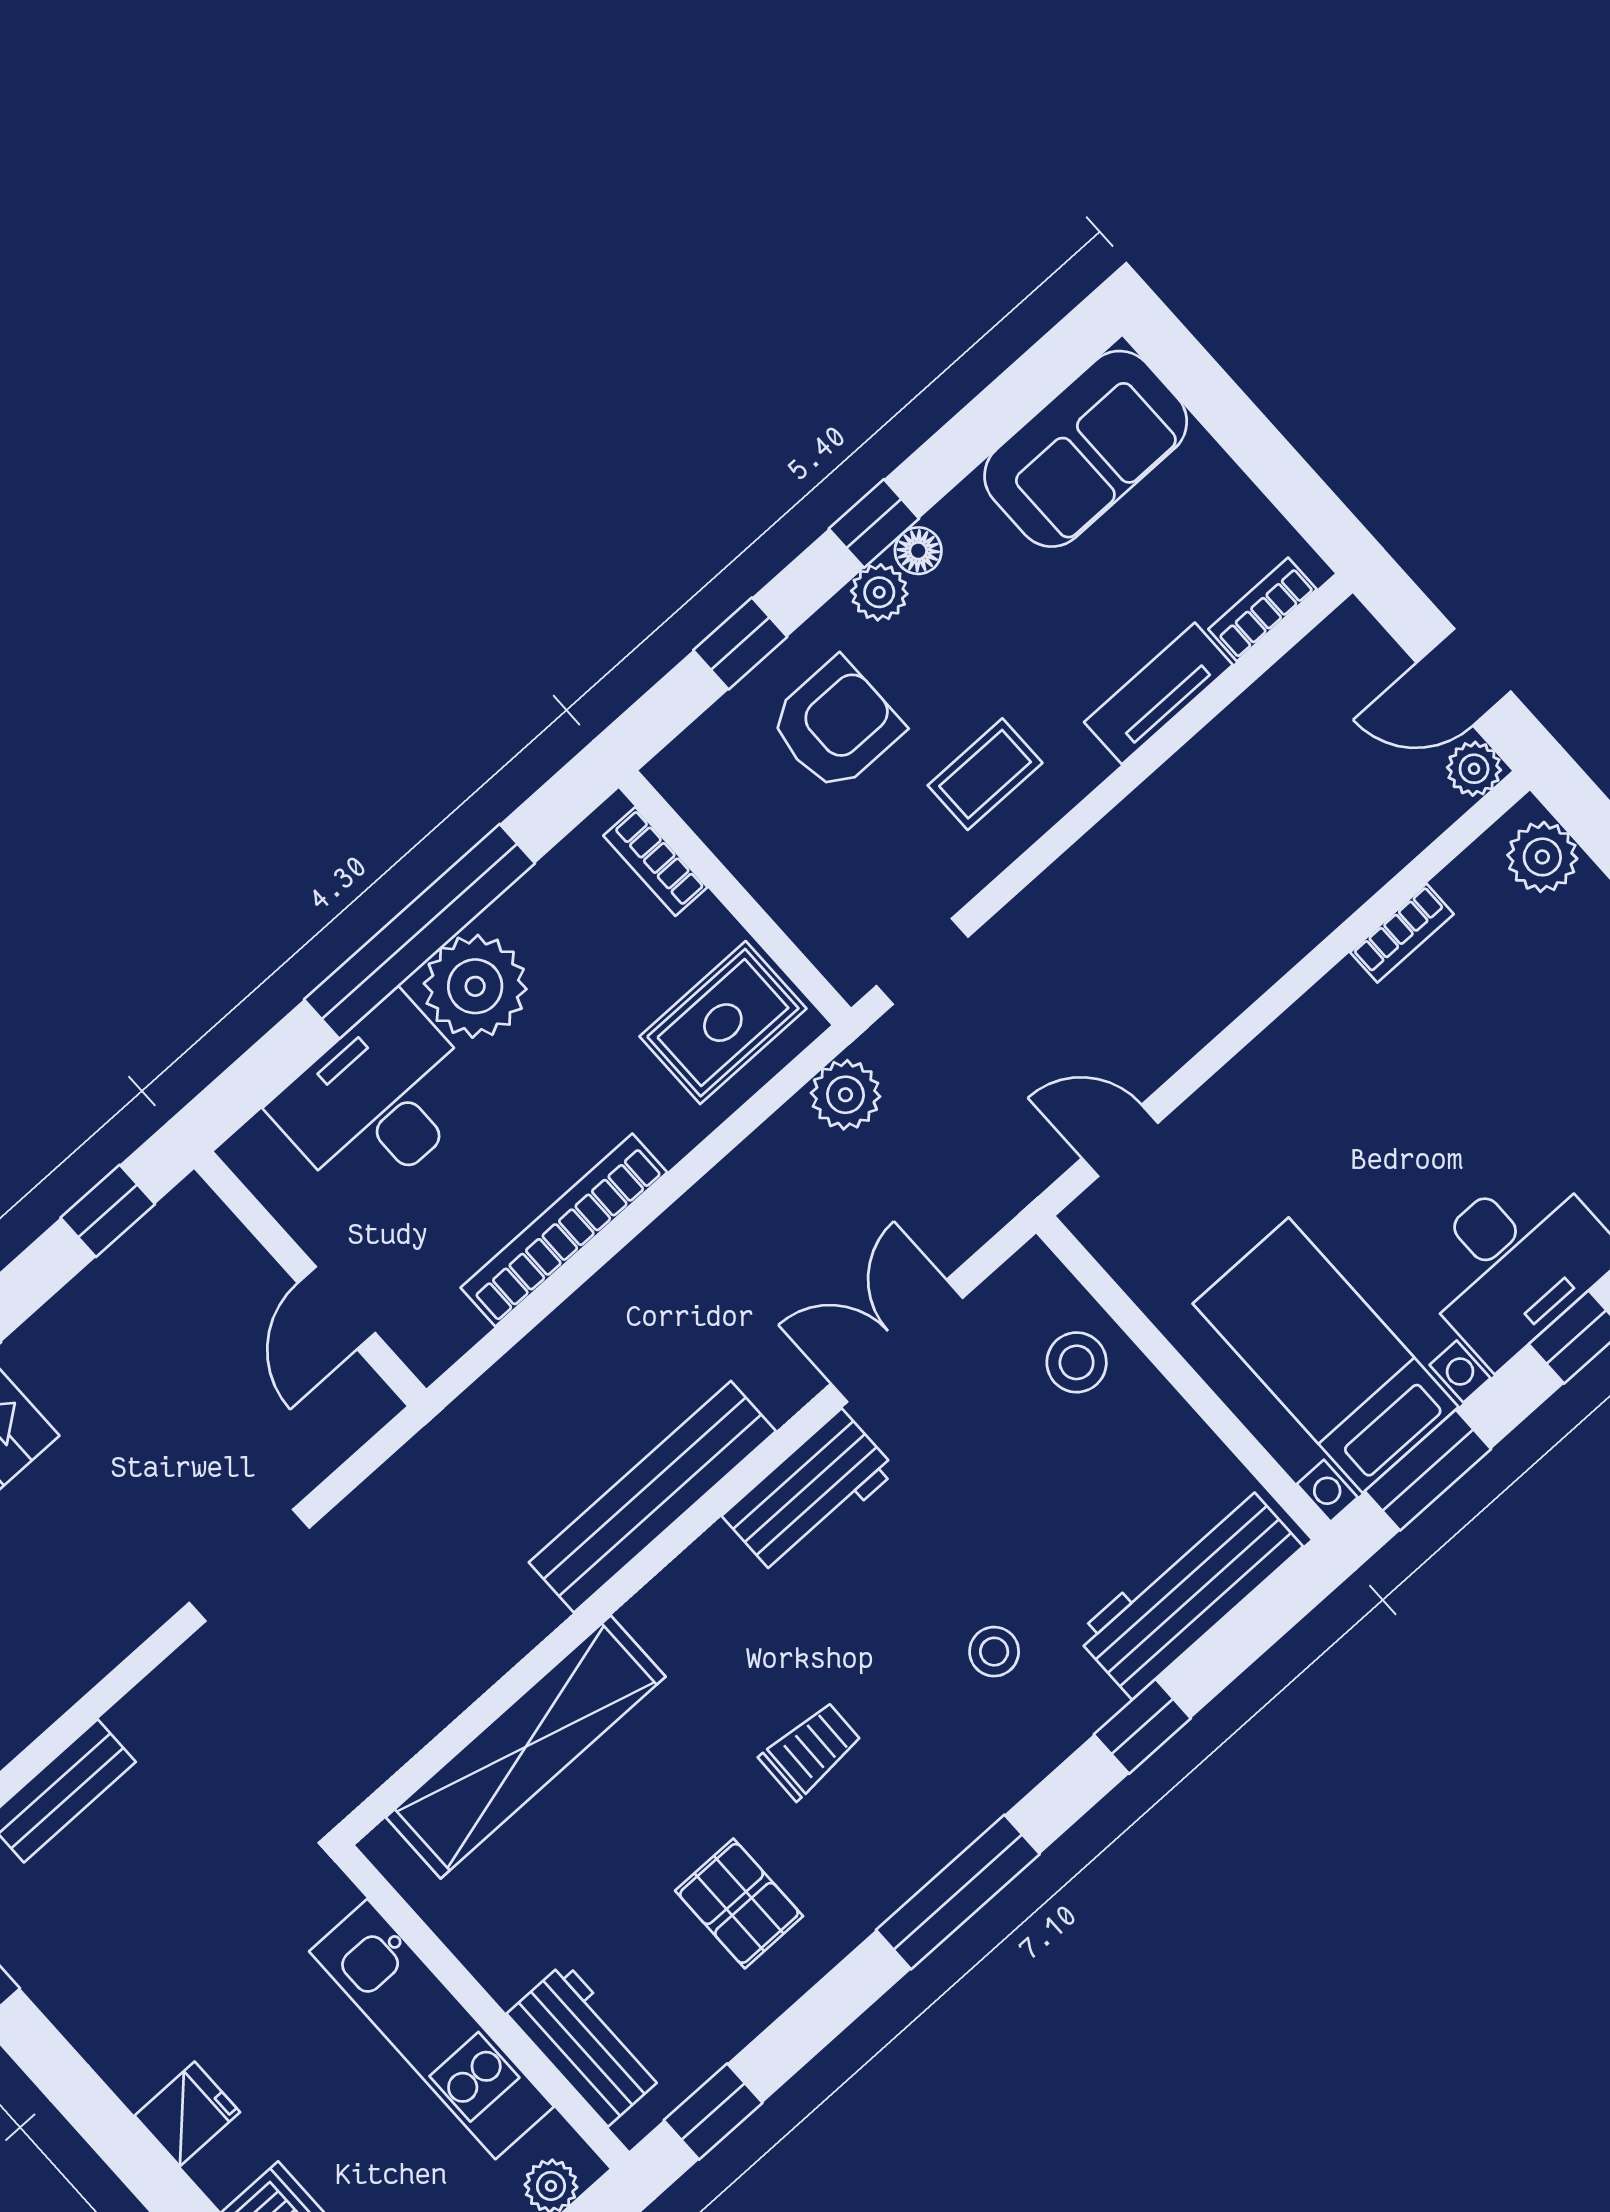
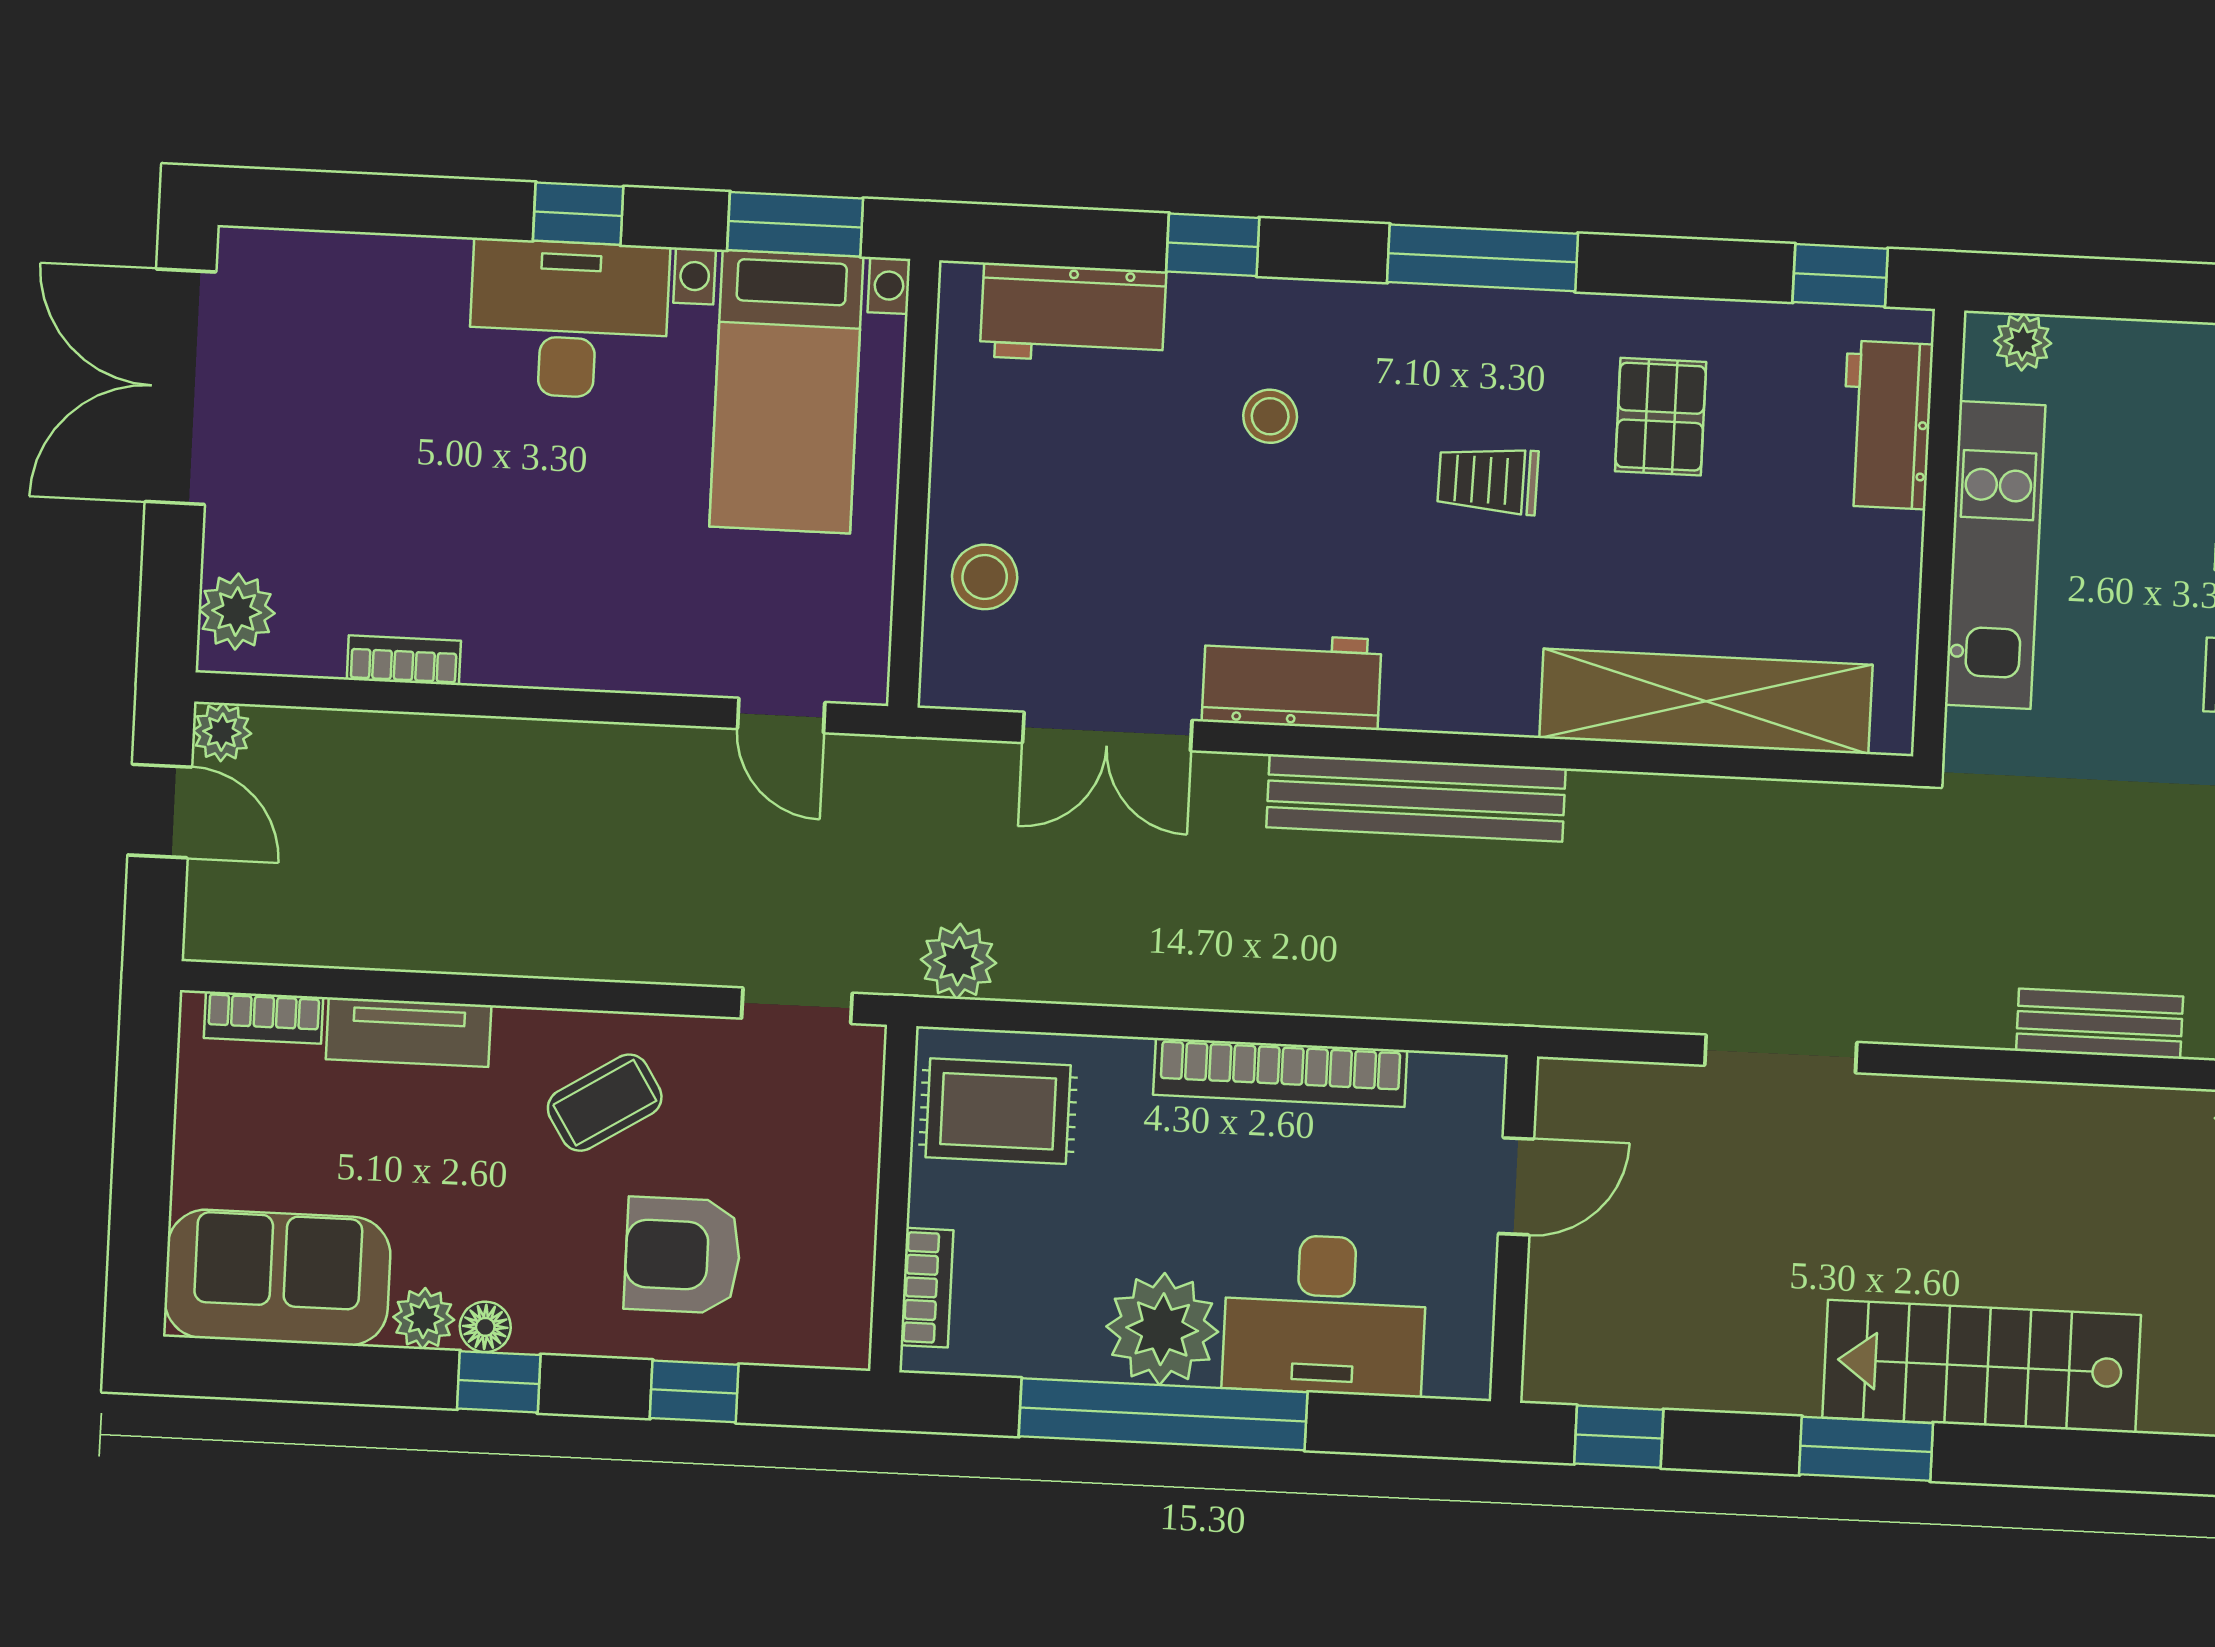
plant: (879, 592) -> (424, 1318), moved
coffee table: (985, 774) -> (605, 1103), turned -32
workbench: (1189, 1591) -> (1073, 314), width x0.73

